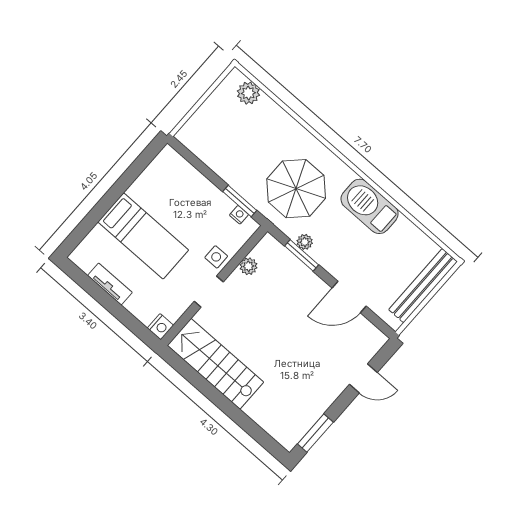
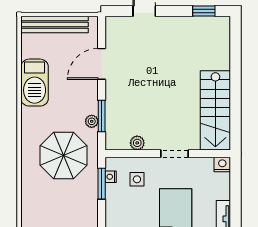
barbecue: (370, 206) -> (35, 83), moved
side table: (216, 257) -> (137, 179), moved
door: (349, 297) -> (102, 64), swing flipped
window: (315, 433) -> (204, 11), width x0.67

